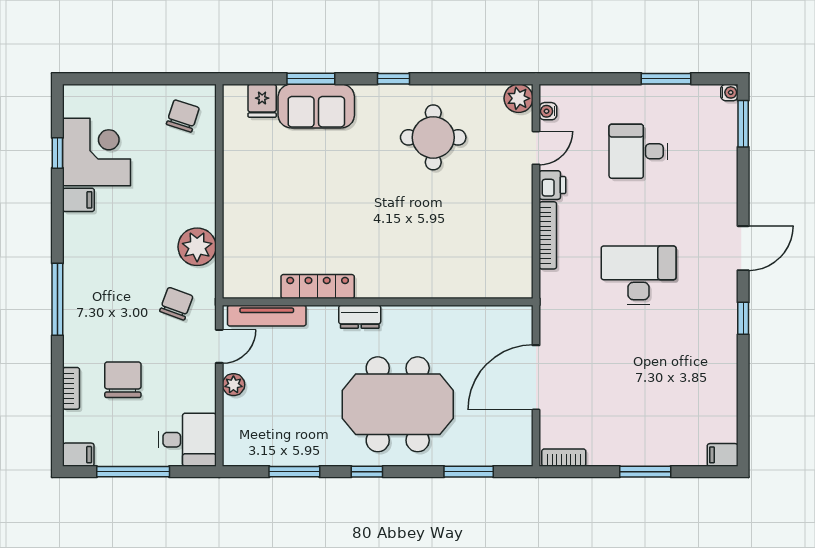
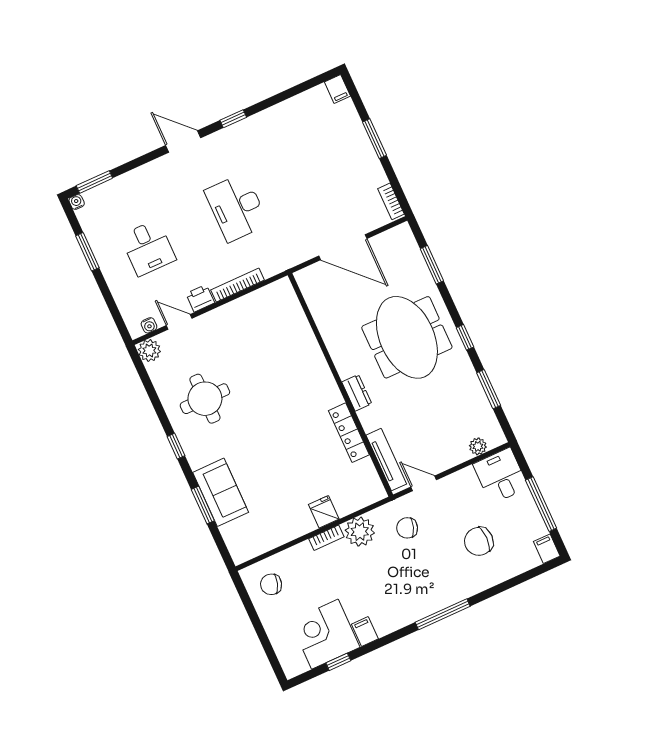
fridge: (262, 101) -> (324, 512), moved, turned -90
plant: (233, 385) -> (478, 446), moved
bookcase: (71, 388) -> (326, 538), moved, turned 180

